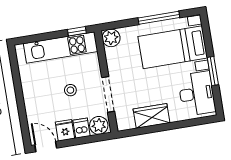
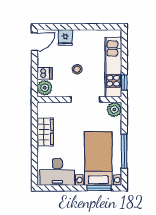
window: (213, 71) -> (99, 188), moved
doorway: (108, 94) -> (85, 100), moved
fridge: (65, 130) -> (65, 38), moved, turned 90

